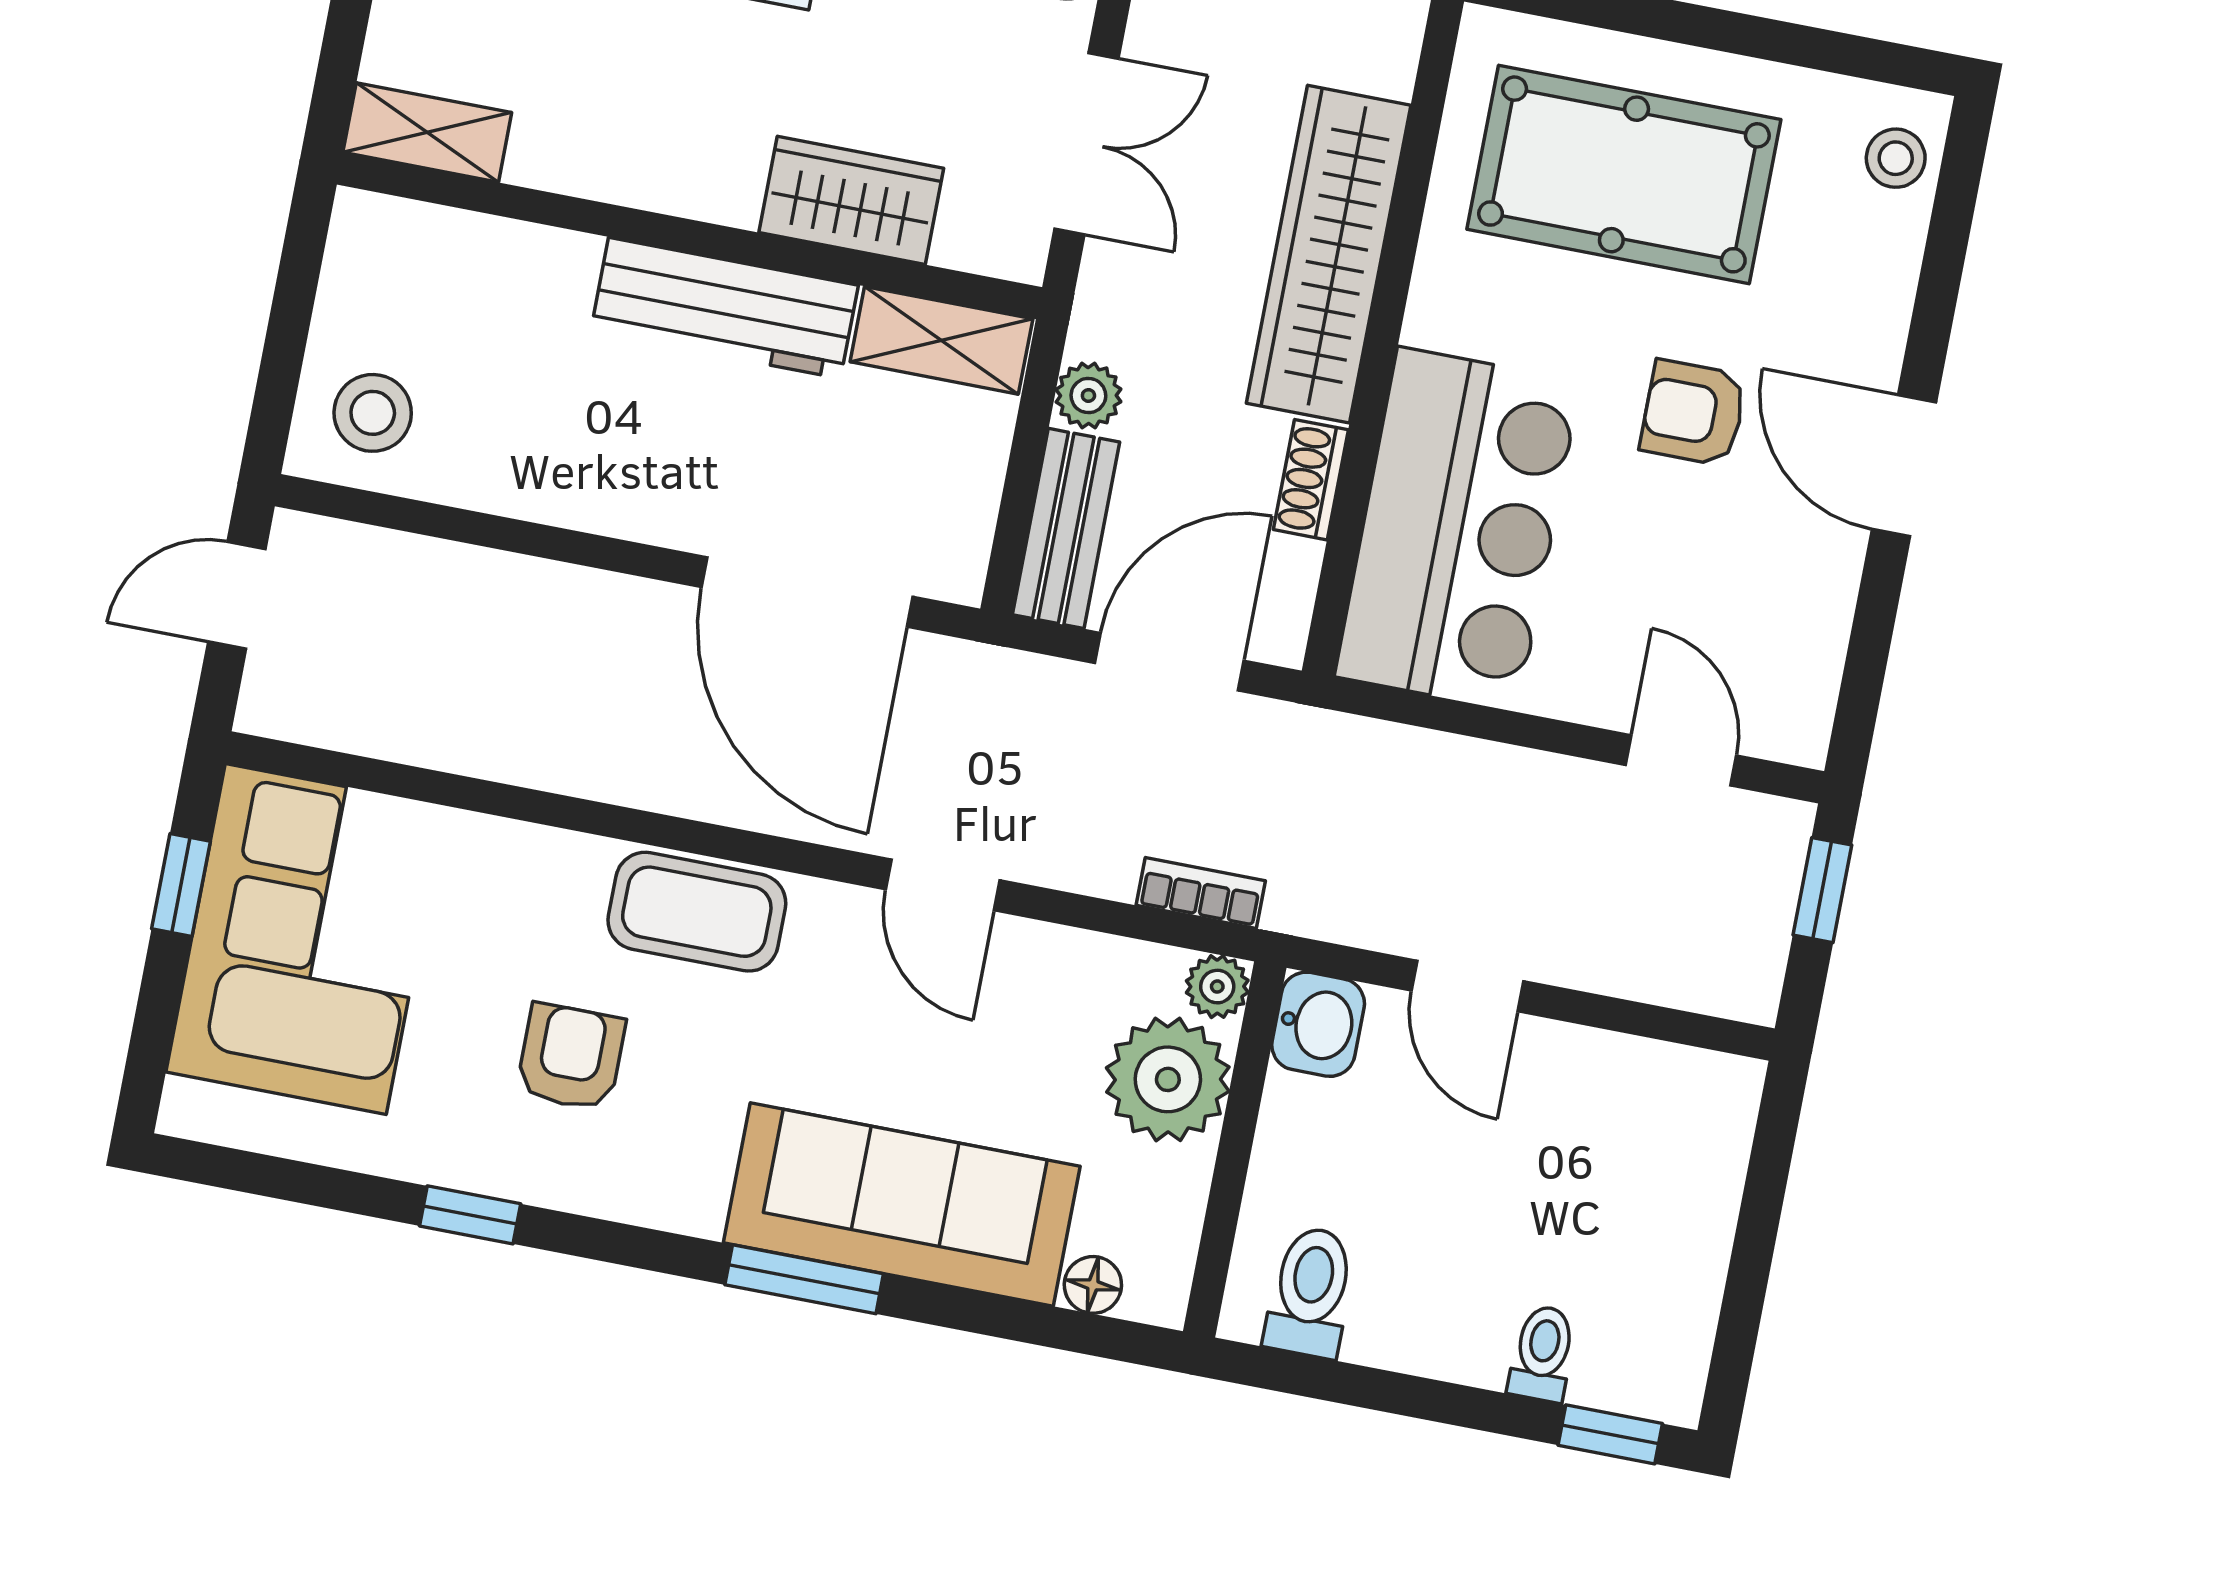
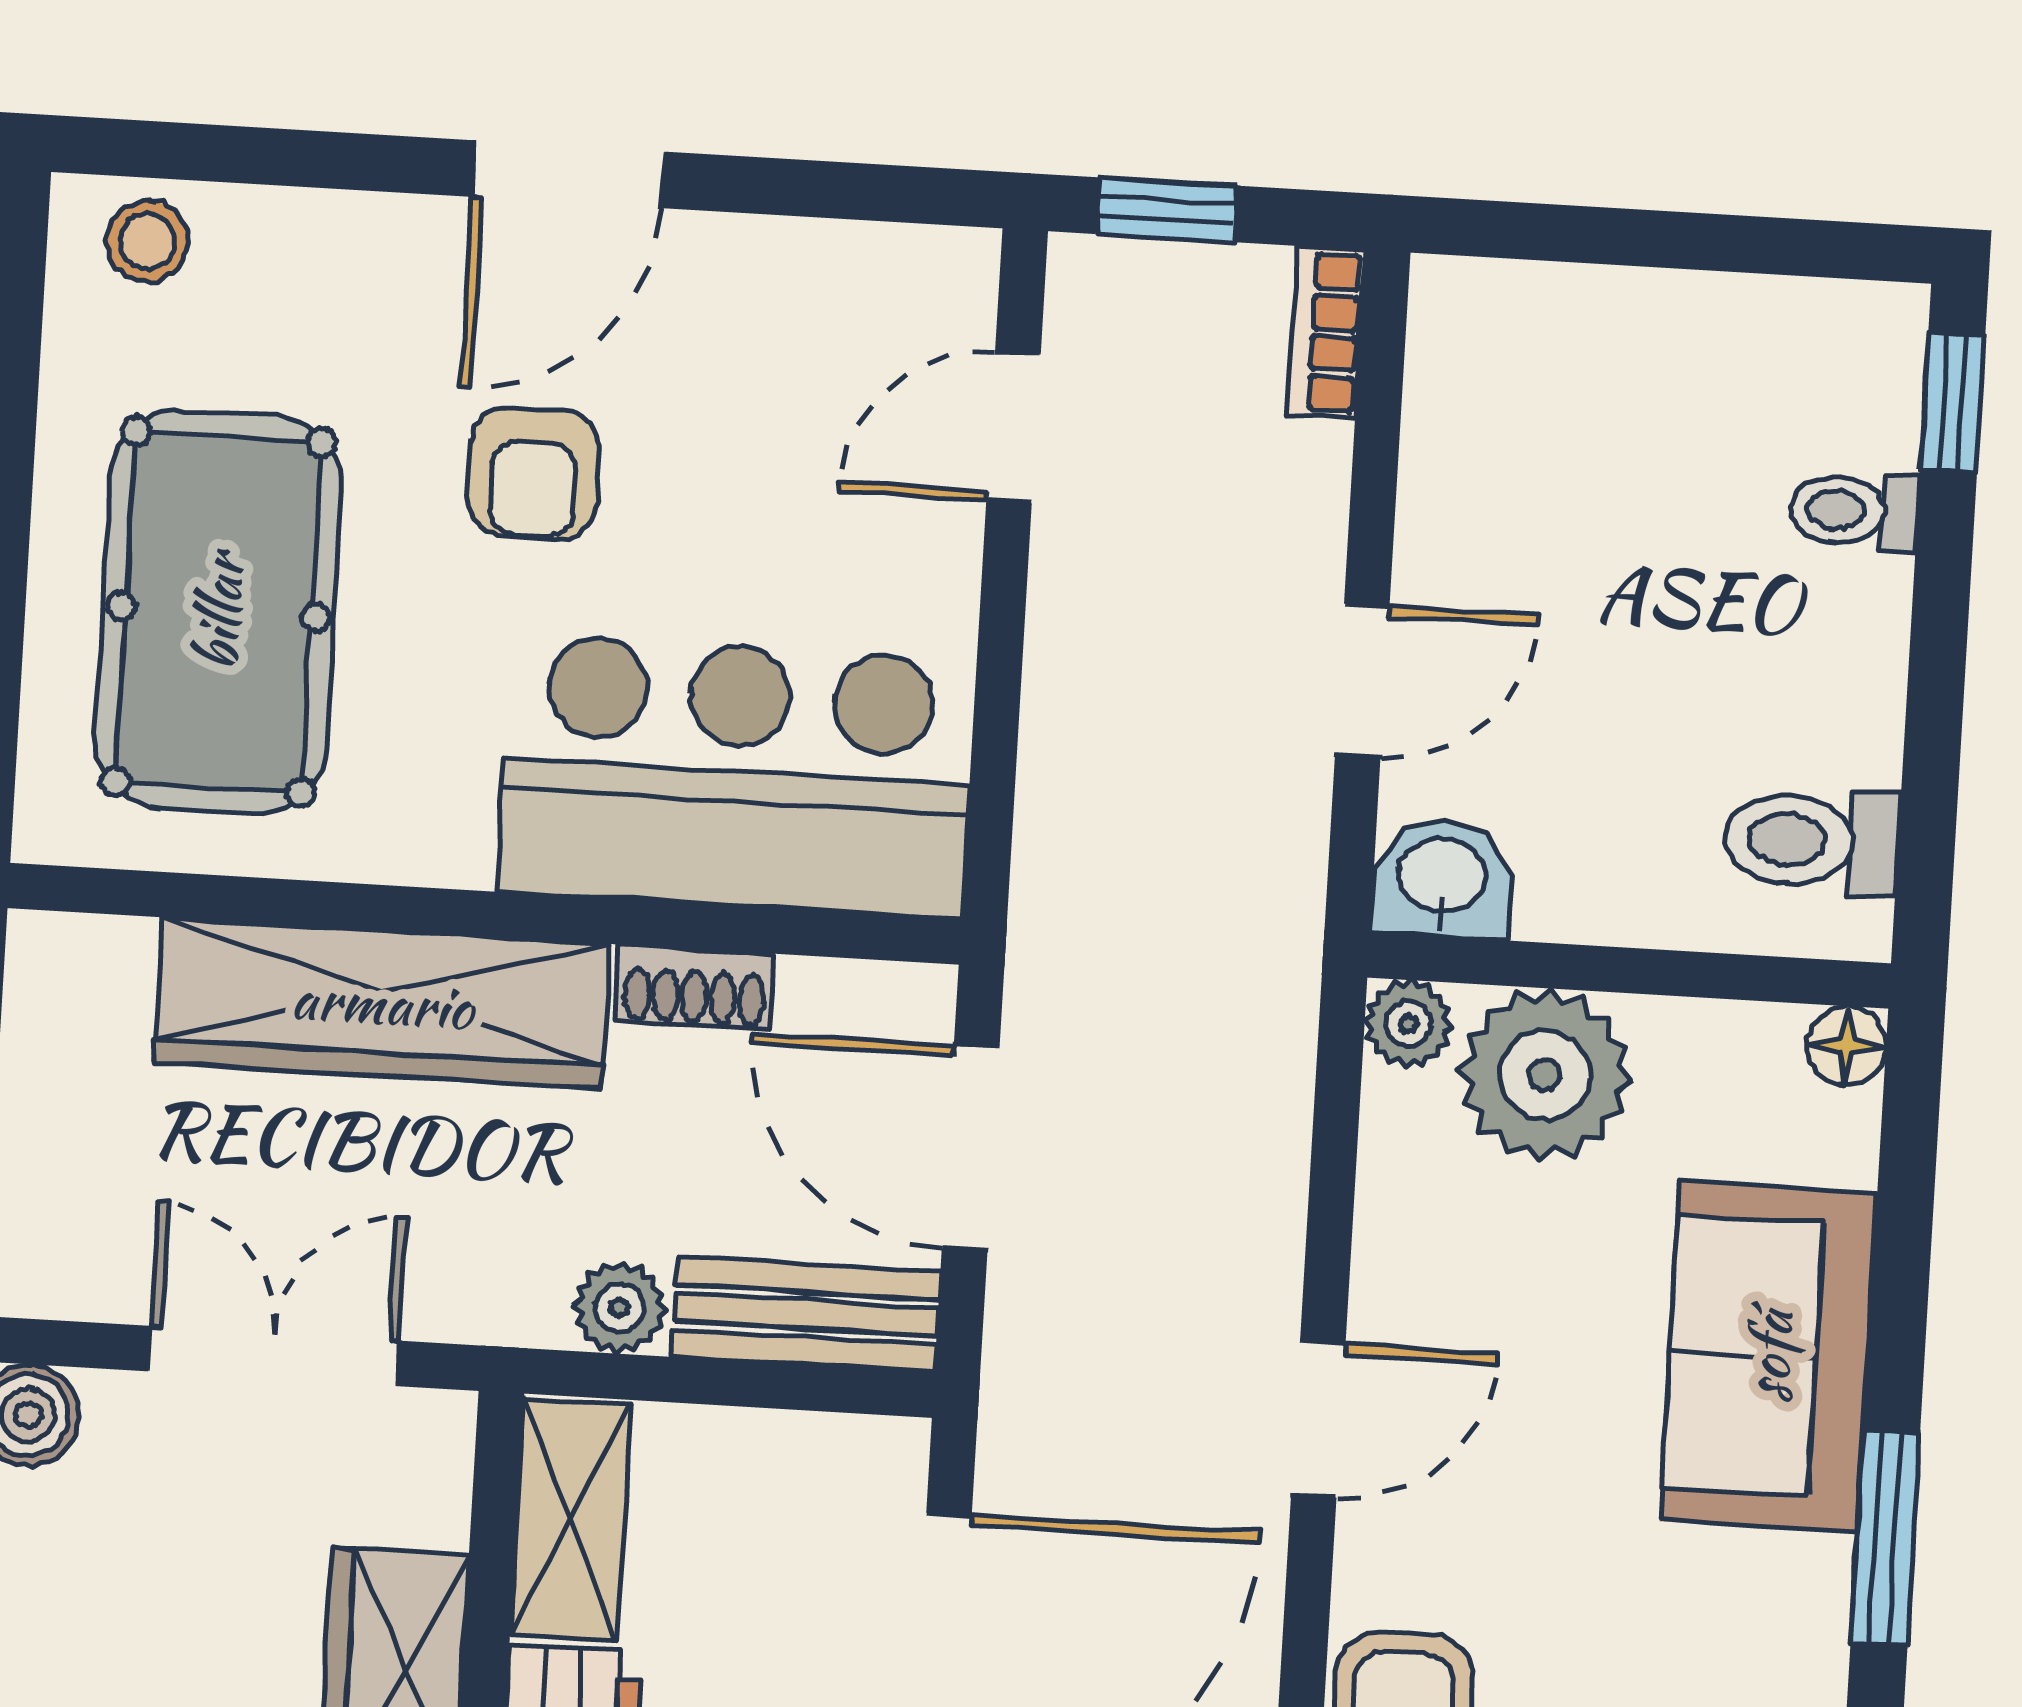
bookcase: (1201, 893) -> (1326, 333), moved
sofa: (902, 1205) -> (1769, 1356), width x0.73
floor lamp: (1093, 1285) -> (1847, 1046), moved

